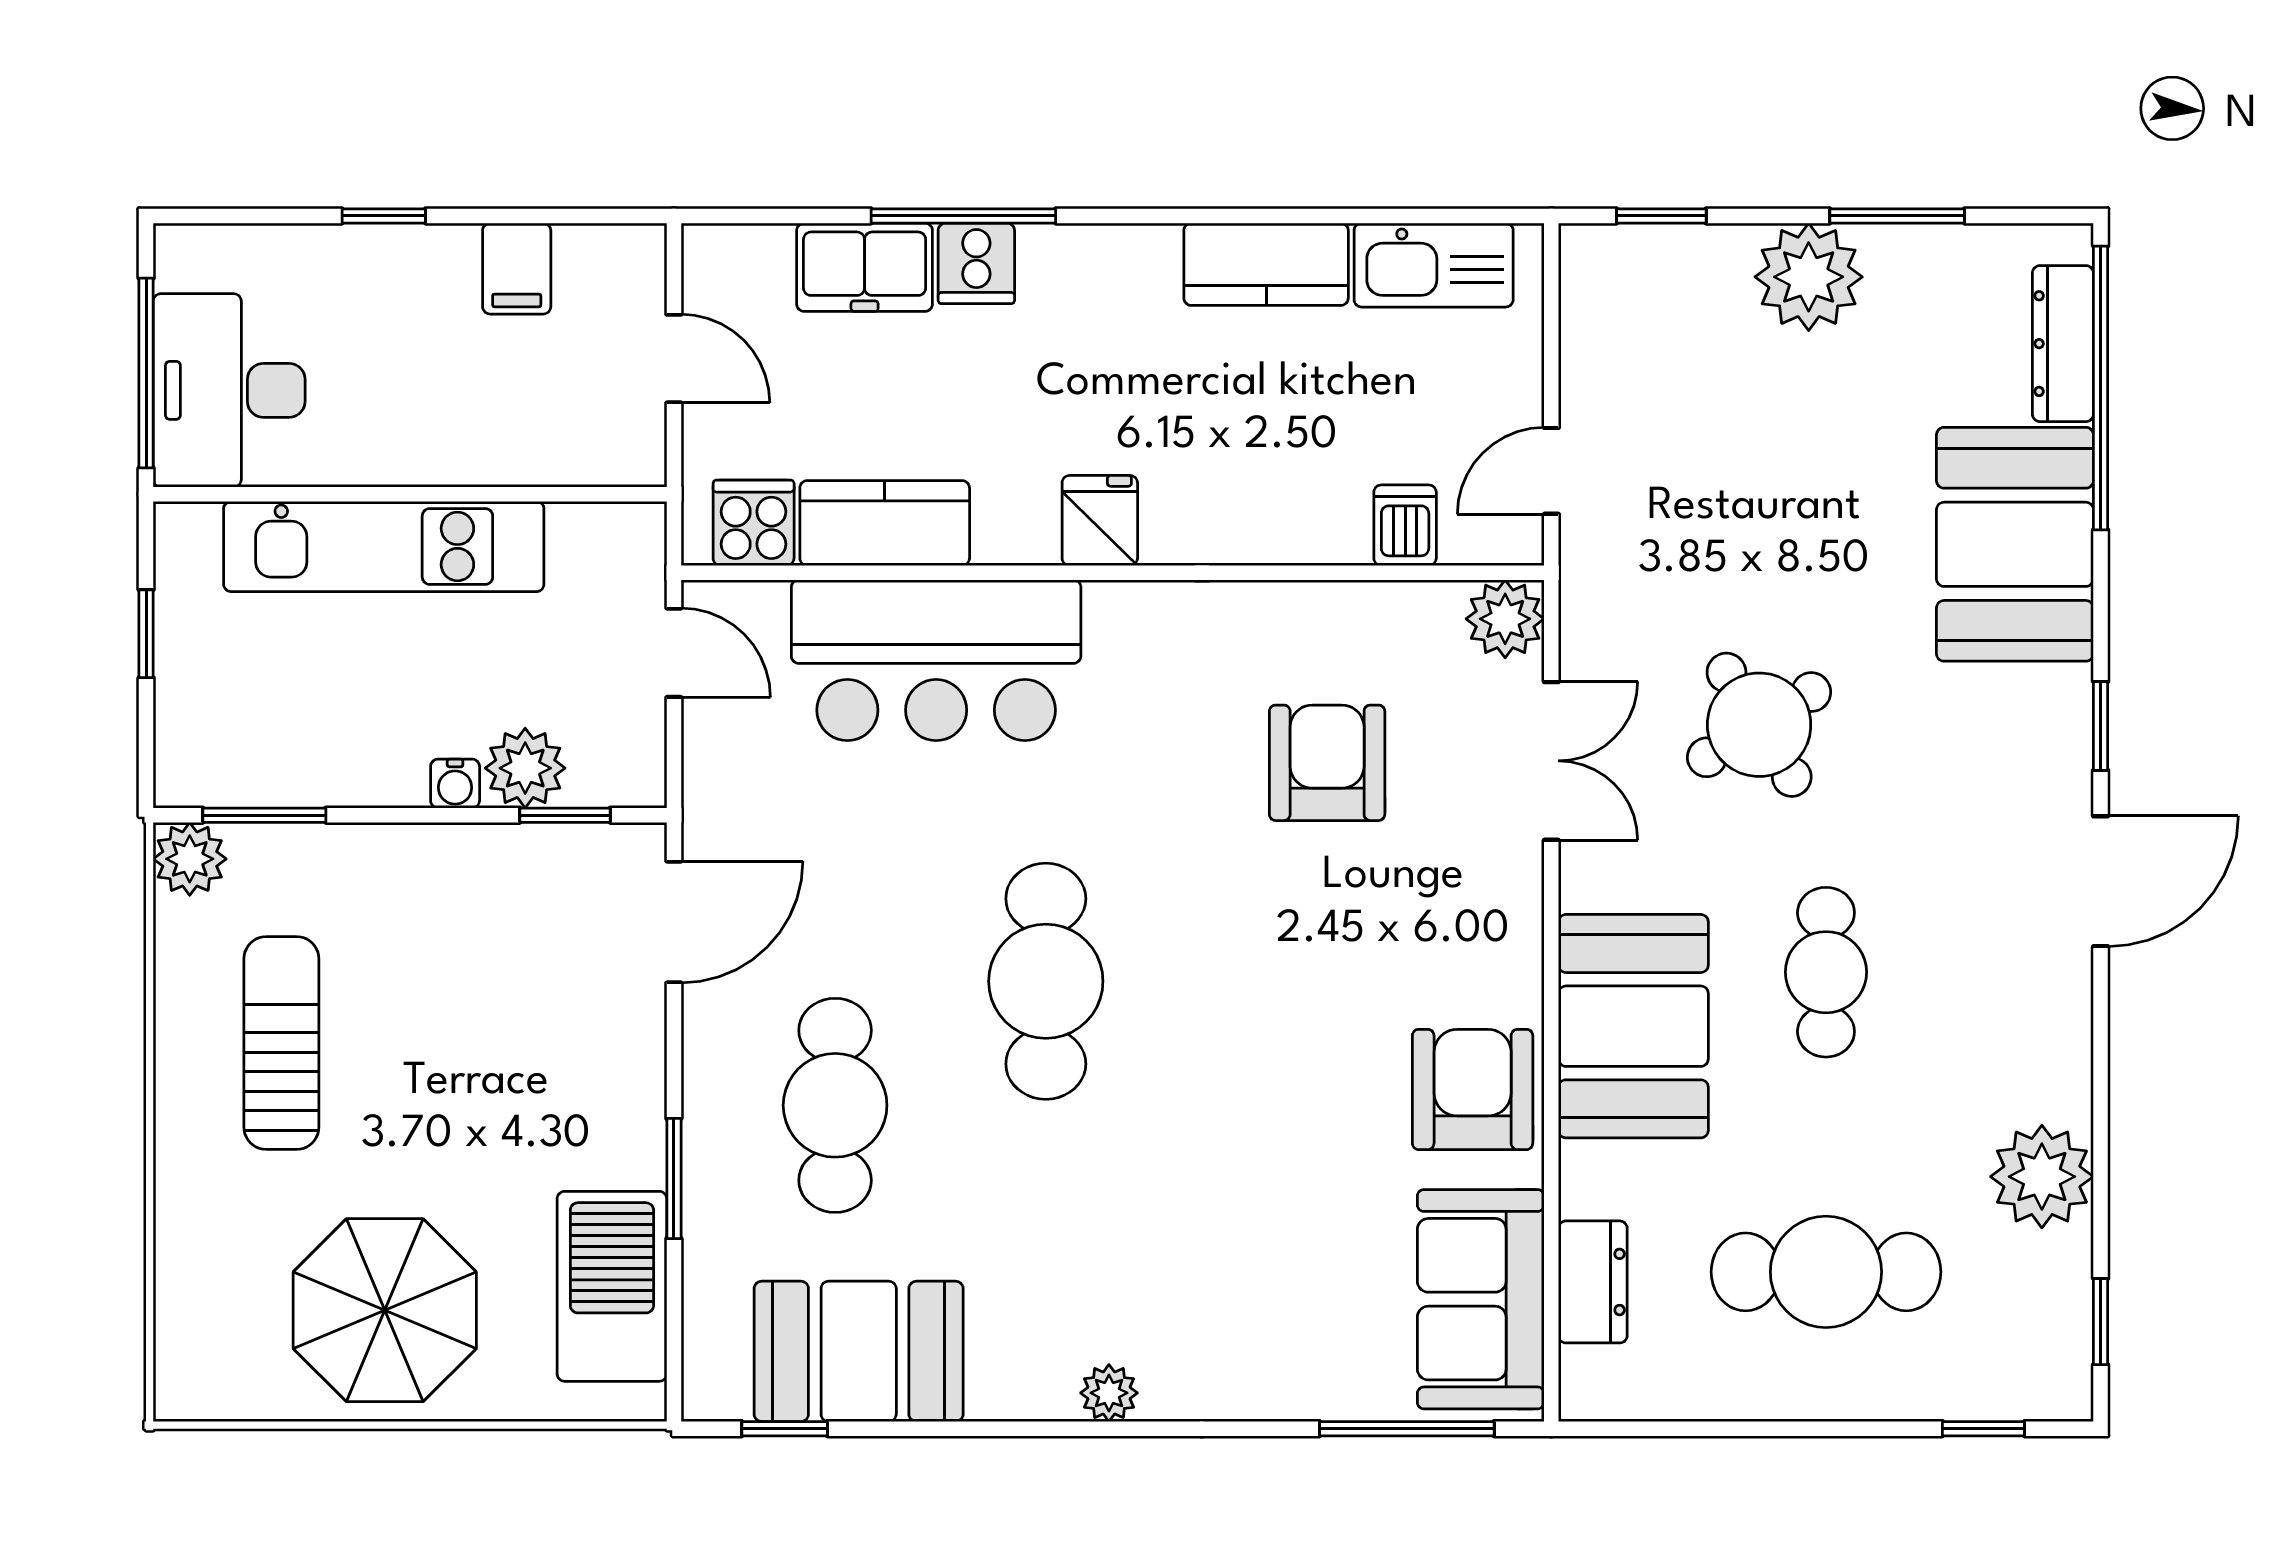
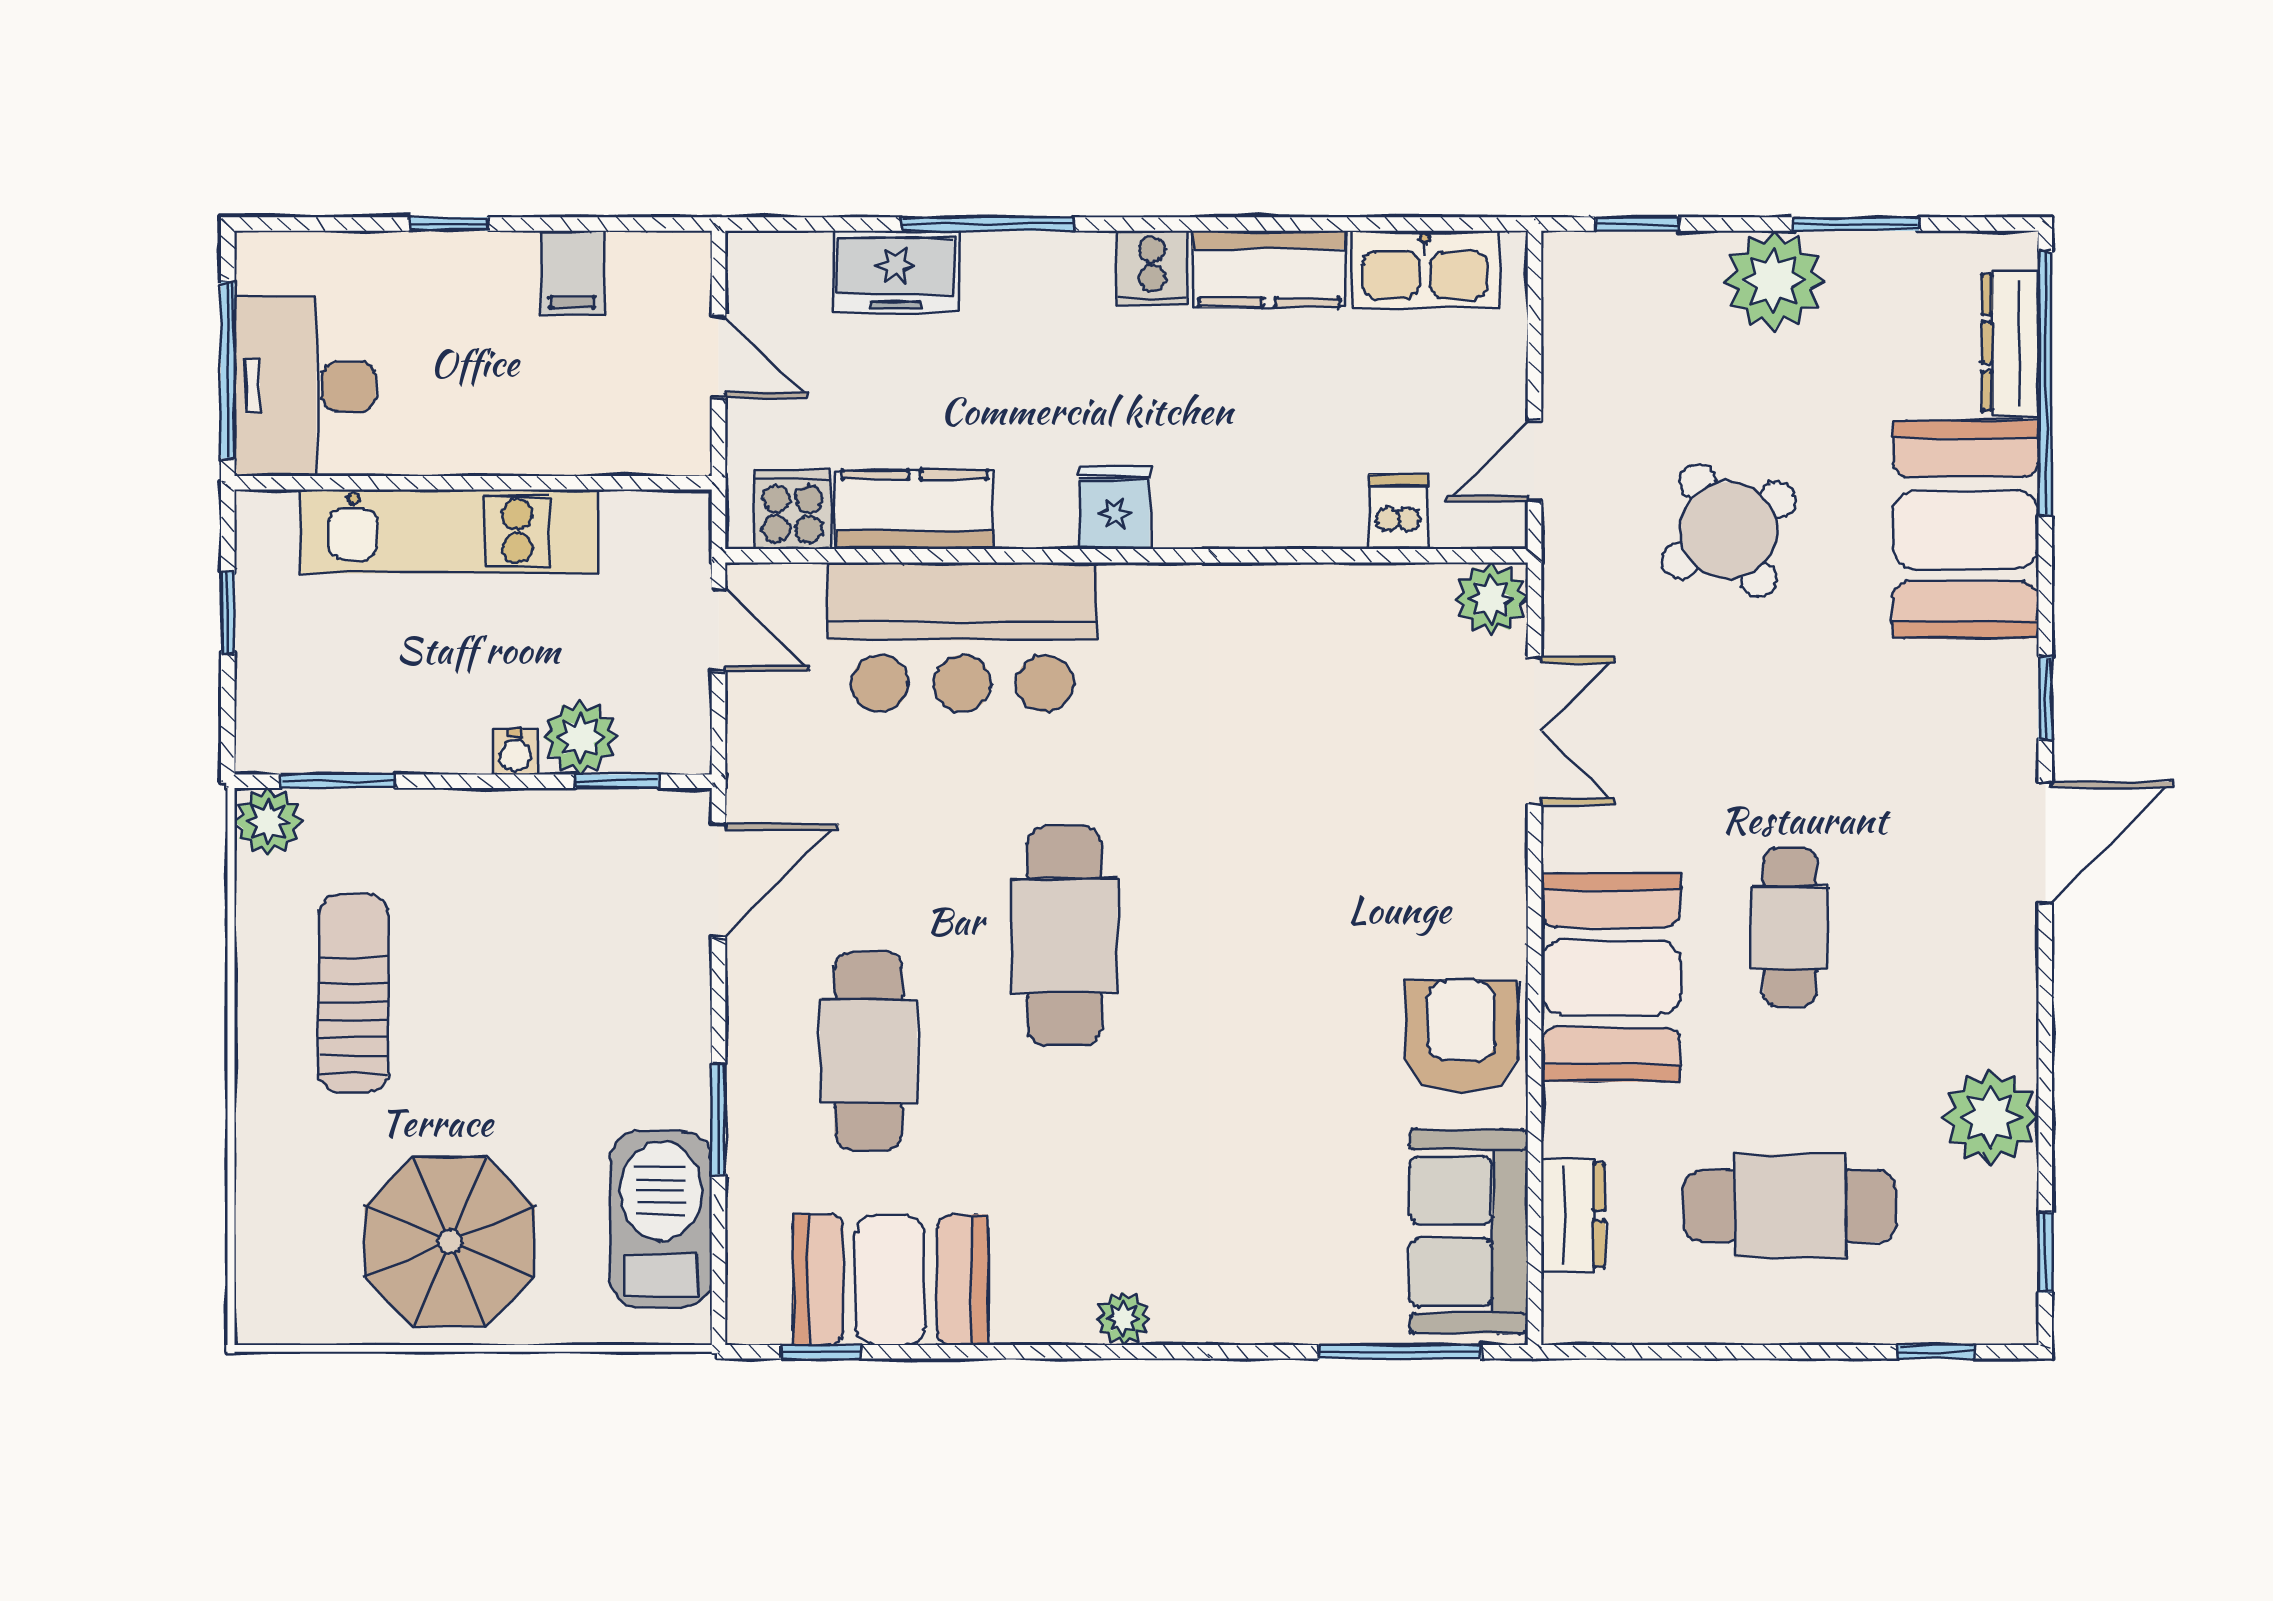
cooker: (976, 263) -> (1152, 268), moved
round table: (1759, 725) -> (1729, 530), moved
armchair: (1327, 763) -> (1326, 732), removed

